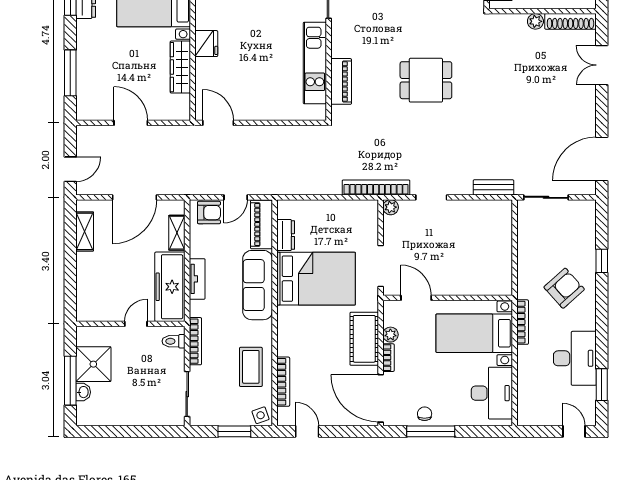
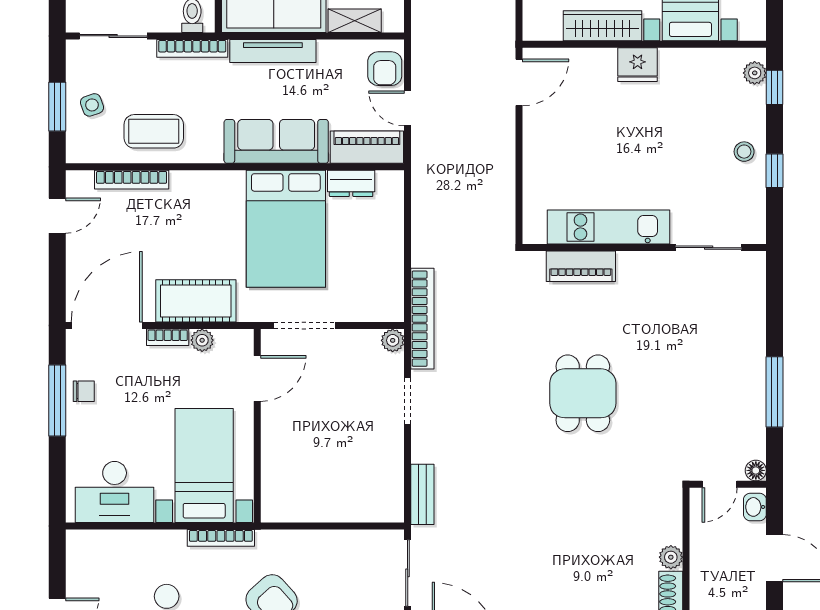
tv unit: (197, 279) -> (273, 51), width x1.41
side table: (261, 415) -> (92, 105), moved

